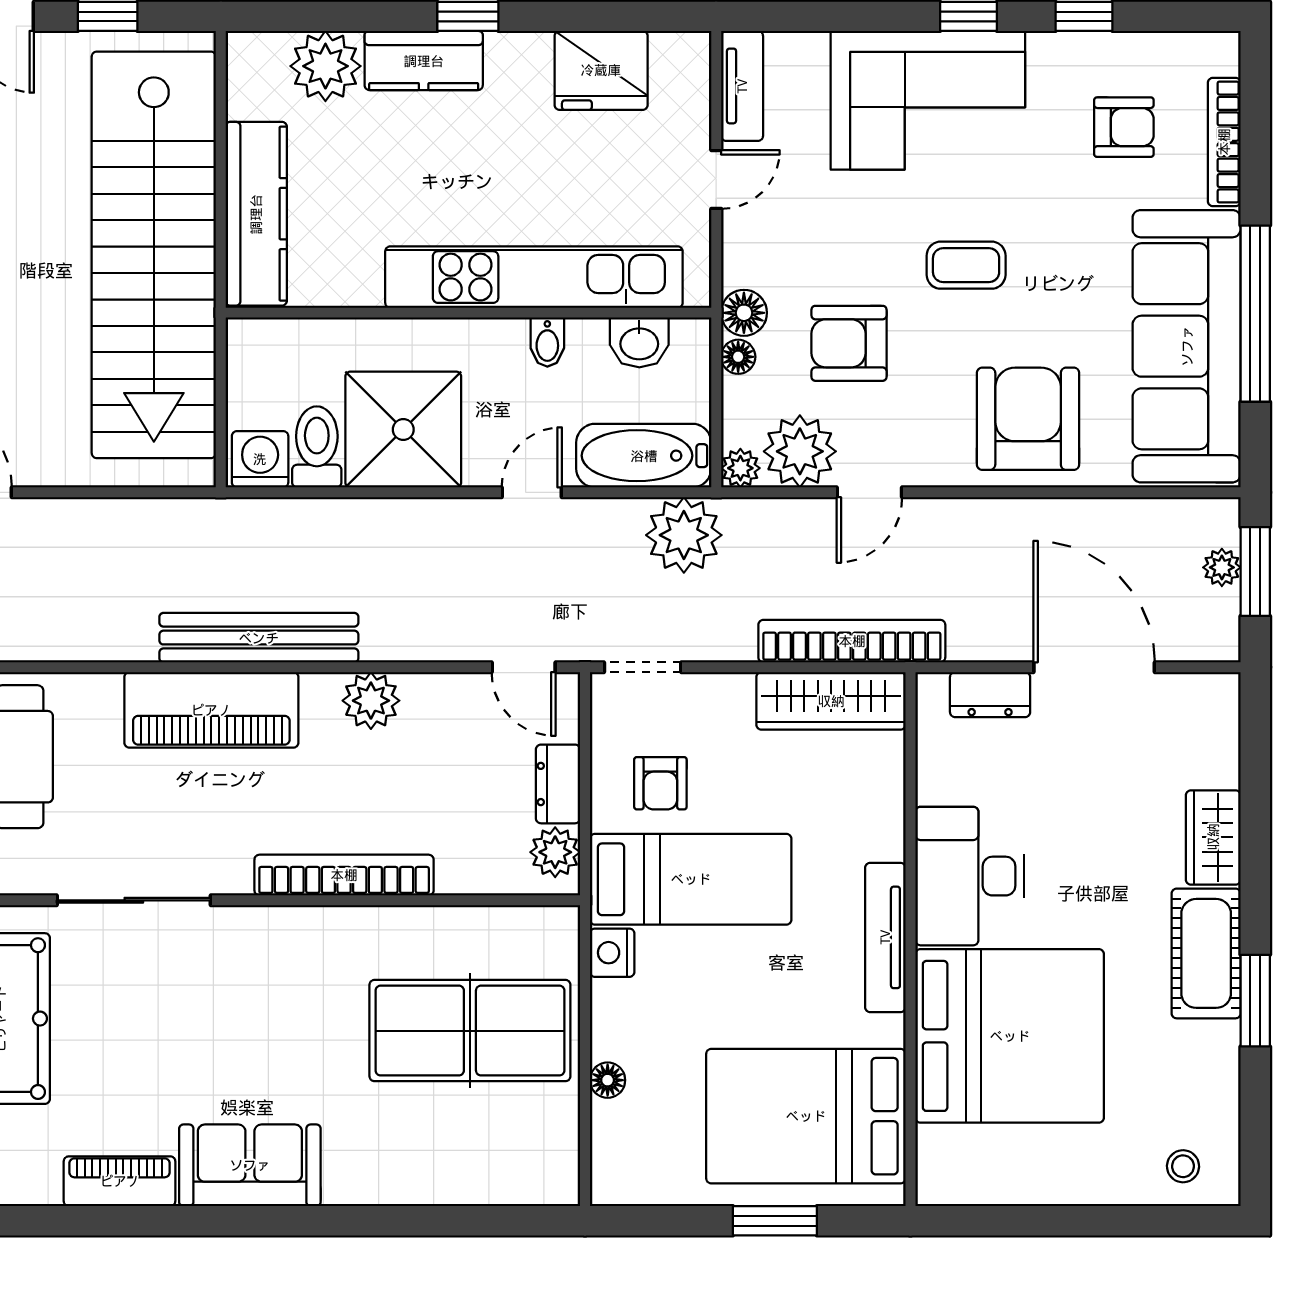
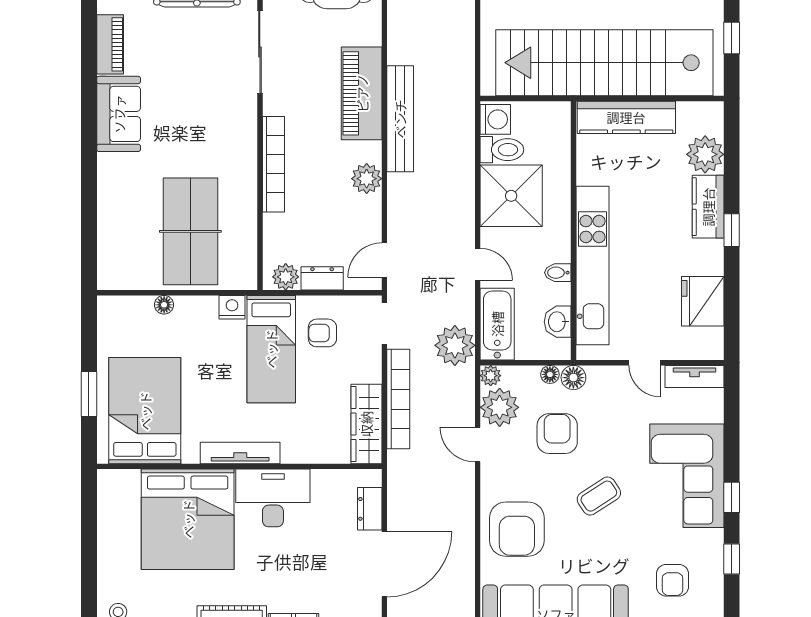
coffee table: (966, 265) -> (599, 496), turned 57
armchair: (1028, 419) -> (517, 529), turned 90
bookcase: (852, 641) -> (398, 399), moved

